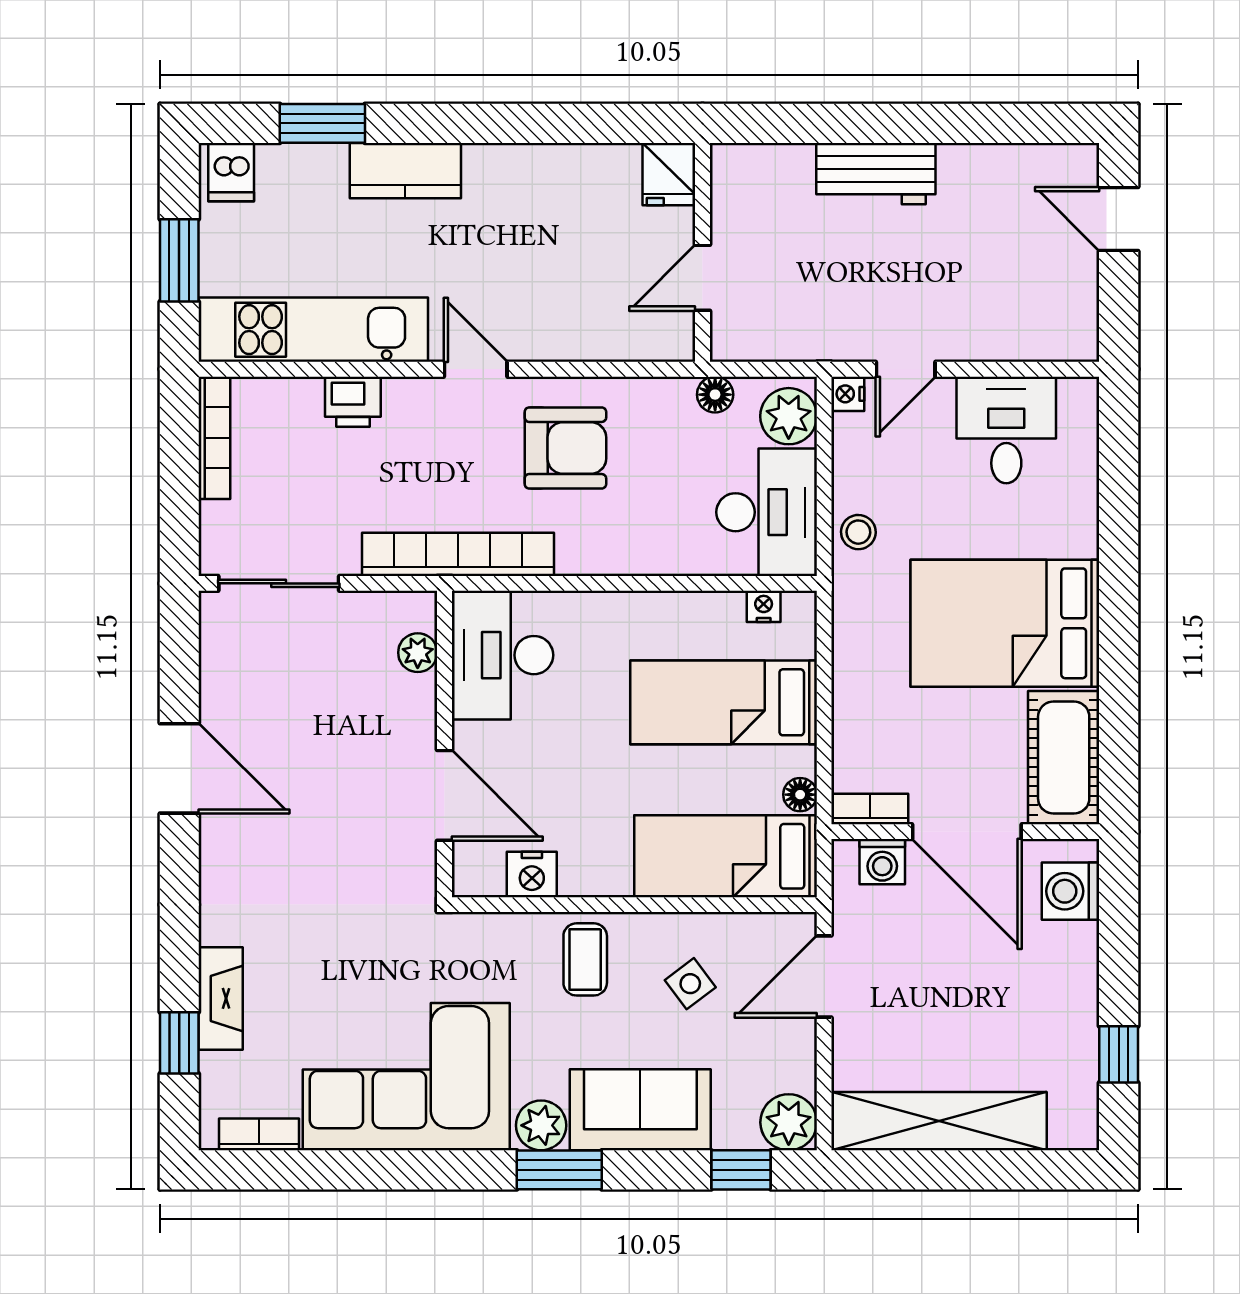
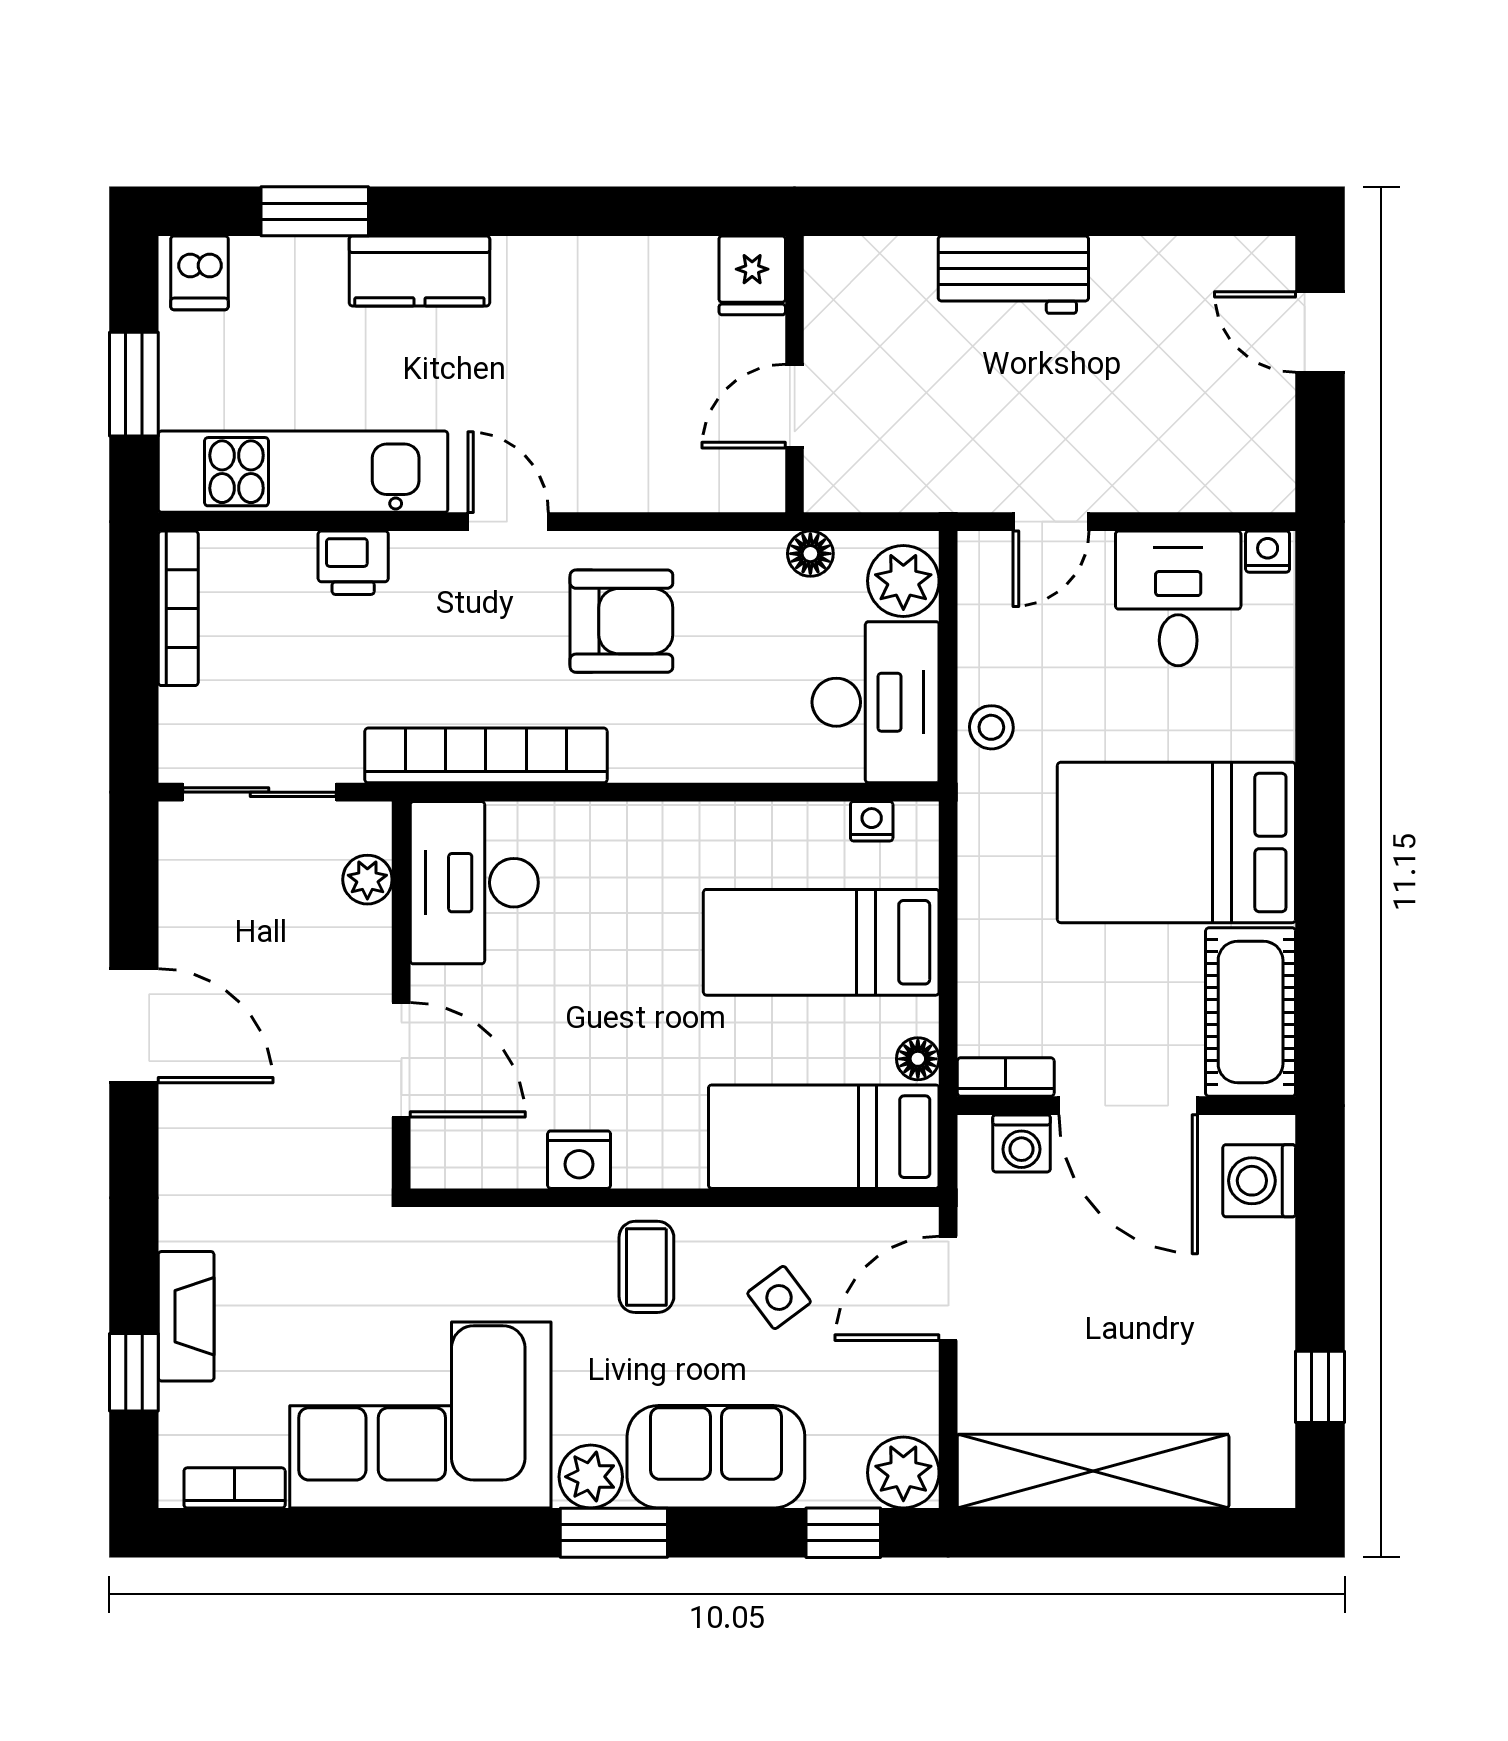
nightstand: (848, 394) -> (1268, 552), moved, turned 90
plant: (418, 653) -> (367, 880), moved
desk: (502, 655) -> (474, 883), moved
wall: (445, 744) -> (401, 995), moved
door: (445, 795) -> (401, 1060), moved

